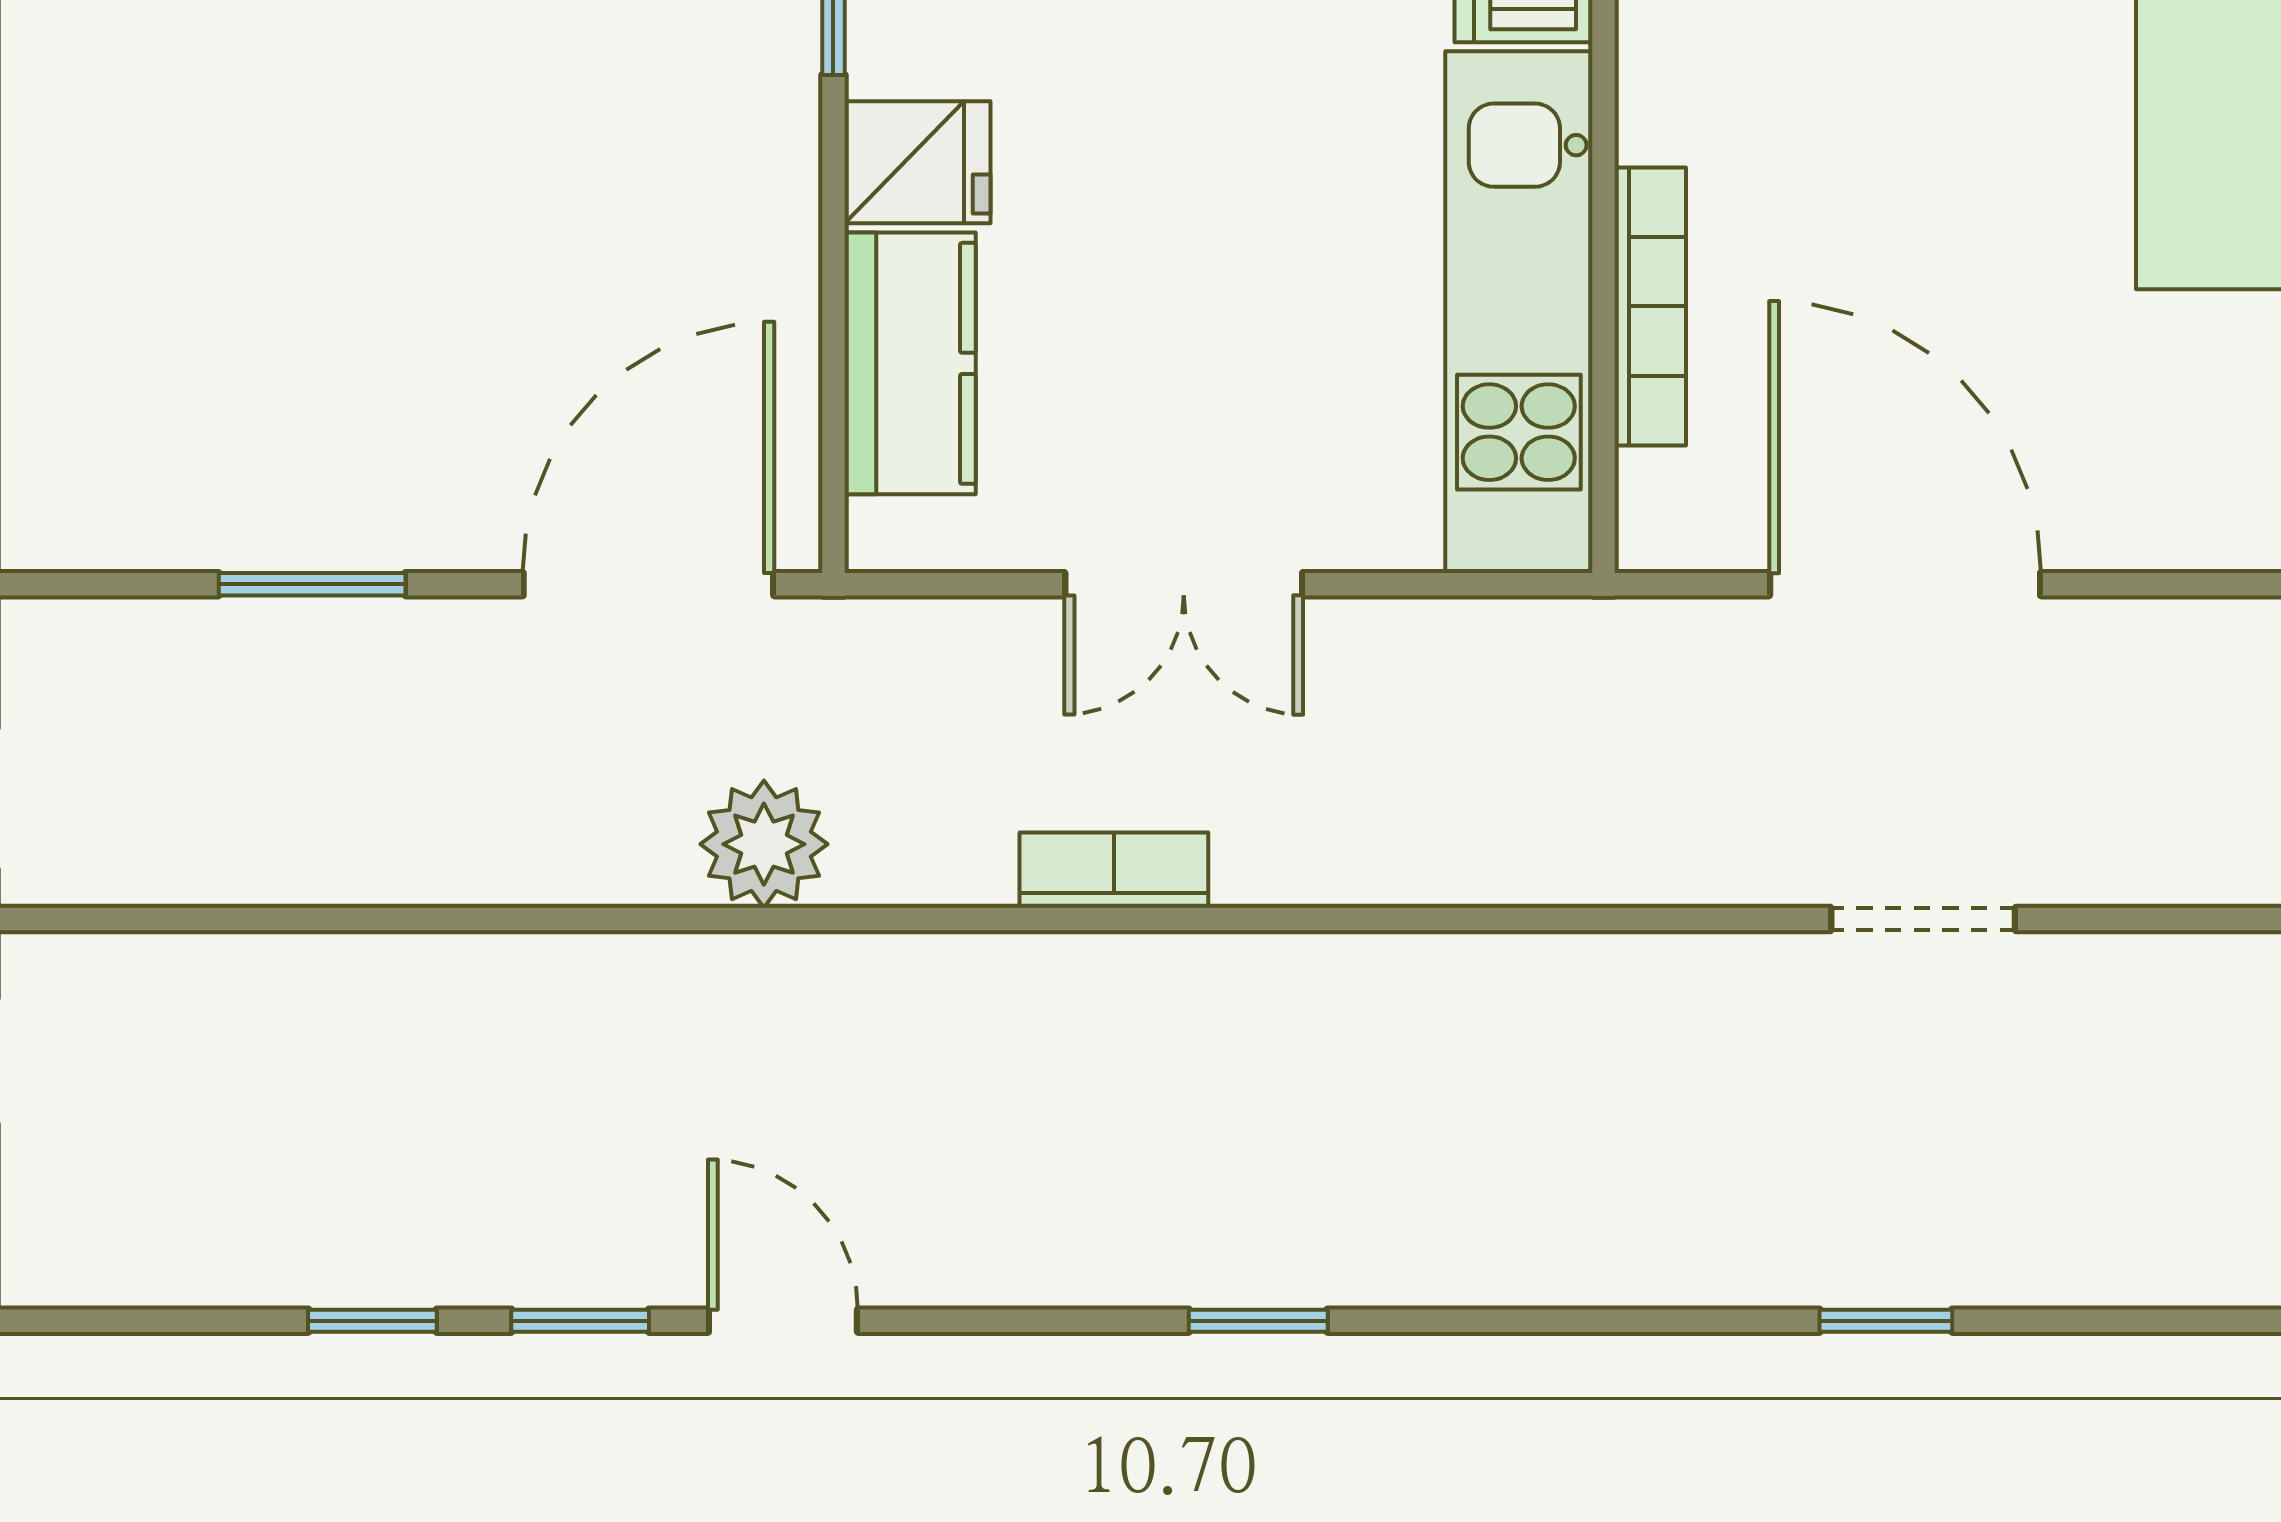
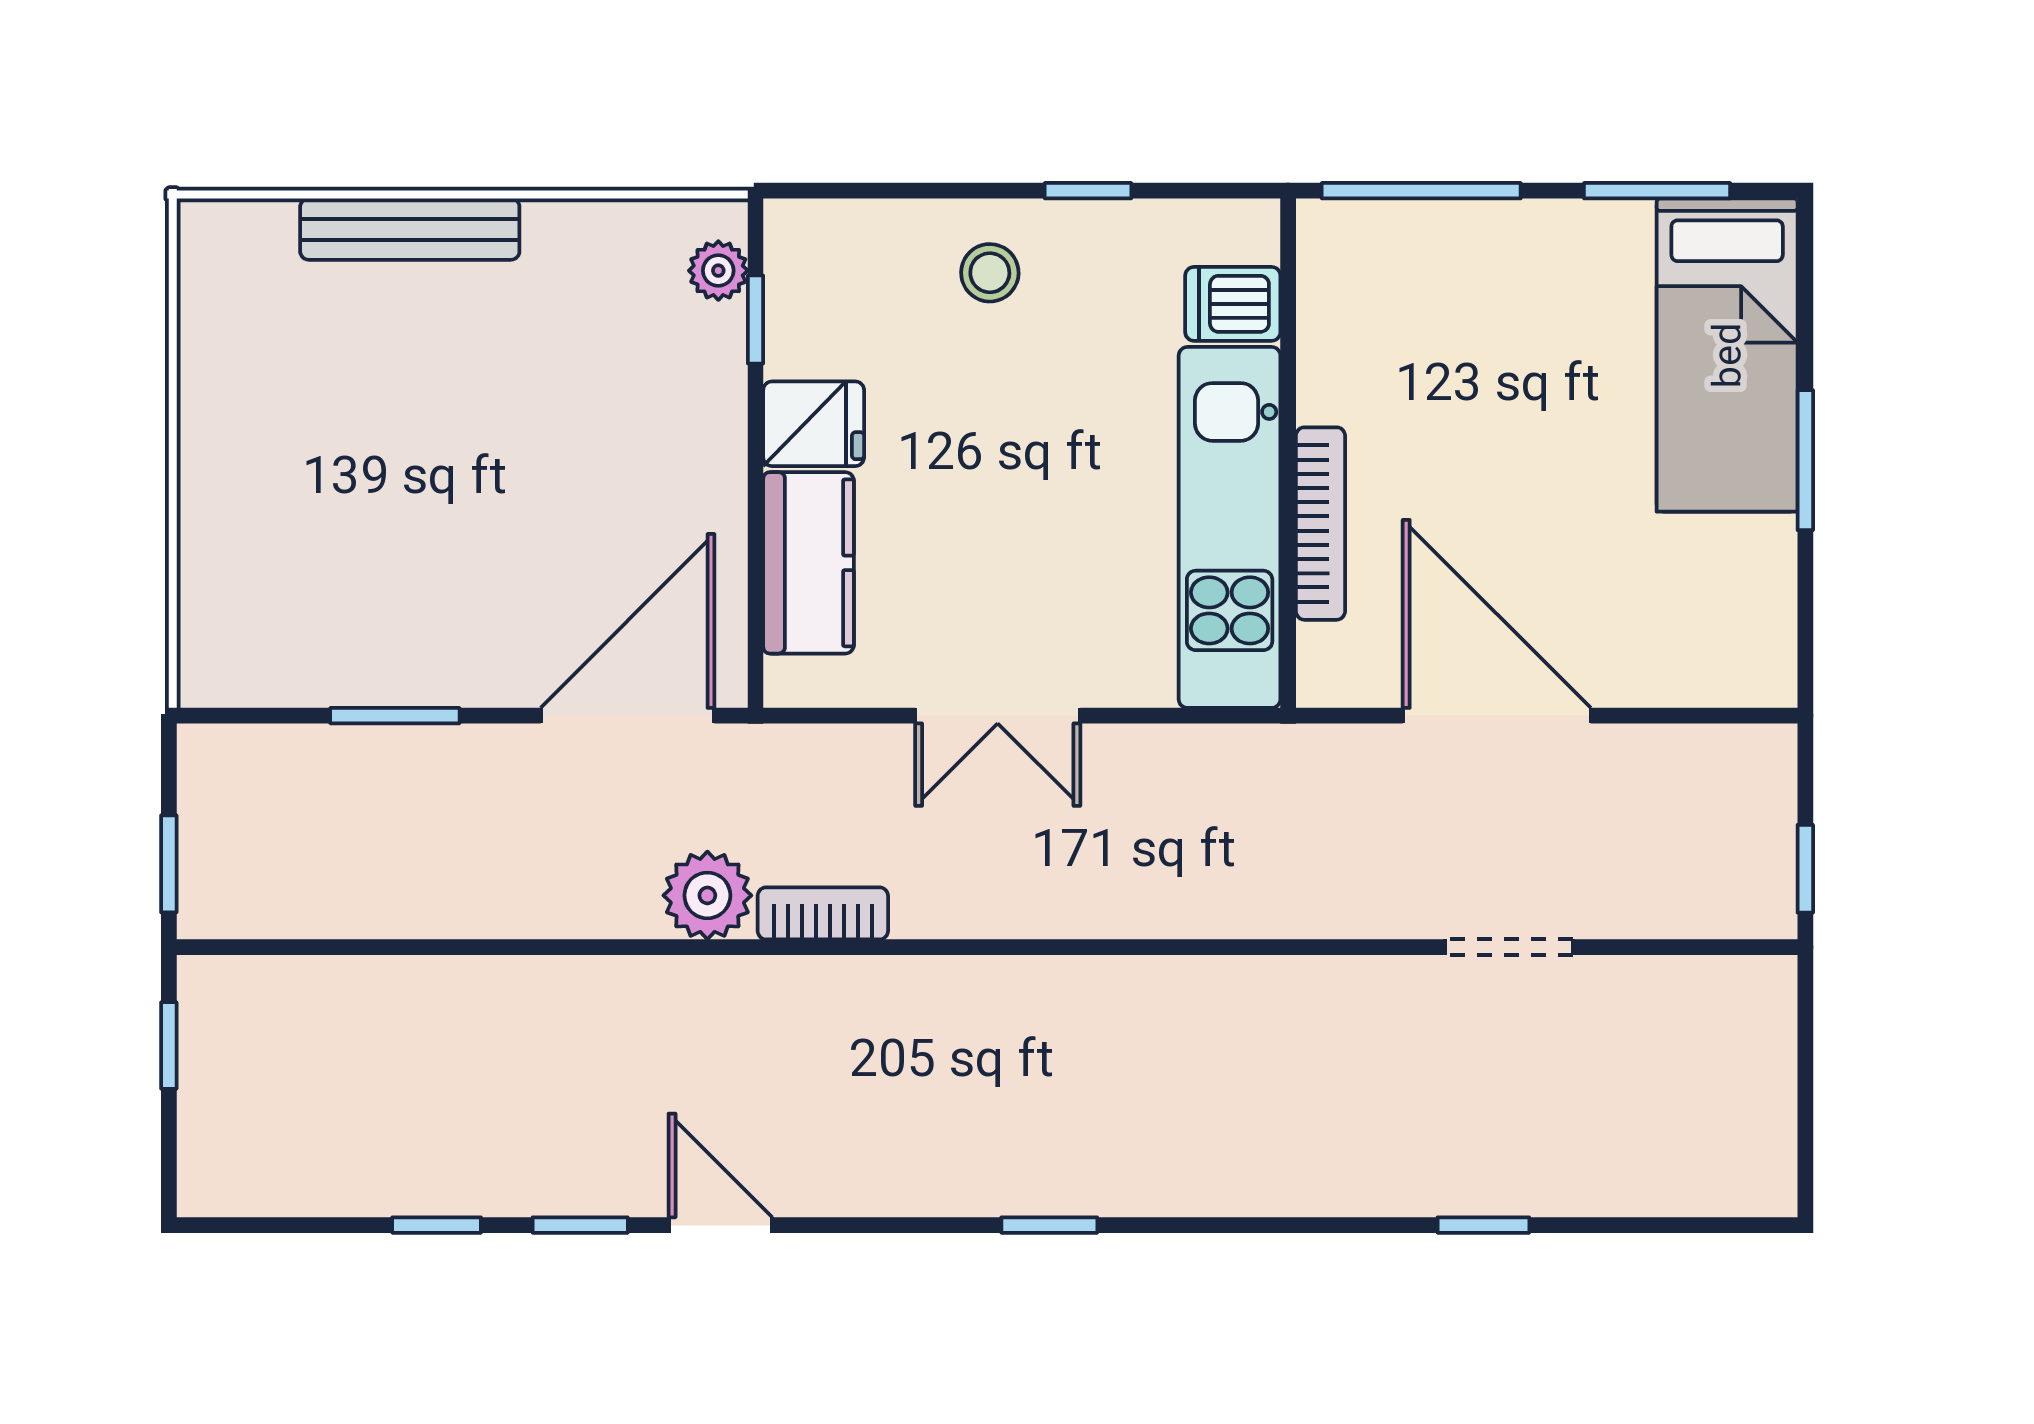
bookcase: (1114, 870) -> (823, 913), moved

